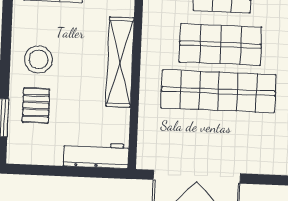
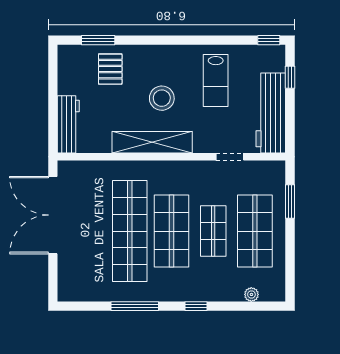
stool: (38, 59) -> (162, 98), moved
pallet: (36, 106) -> (110, 69), turned 90

